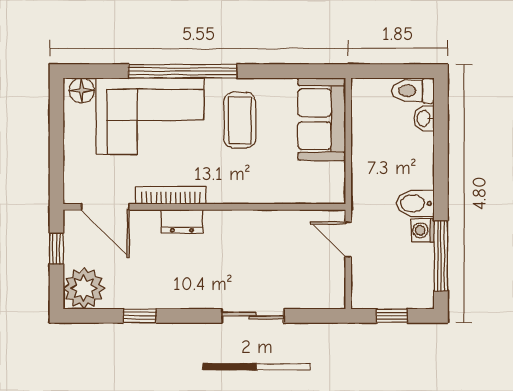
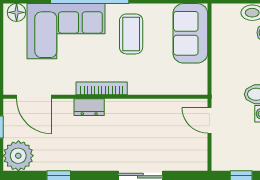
bookcase: (171, 195) -> (102, 88), moved

